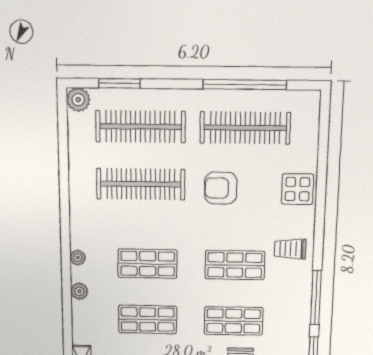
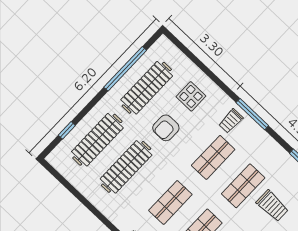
window: (120, 83) -> (67, 130), width x0.67
plant: (78, 100) -> (55, 158), removed
display table: (297, 189) -> (191, 96), moved
window: (316, 298) -> (252, 114), moved

